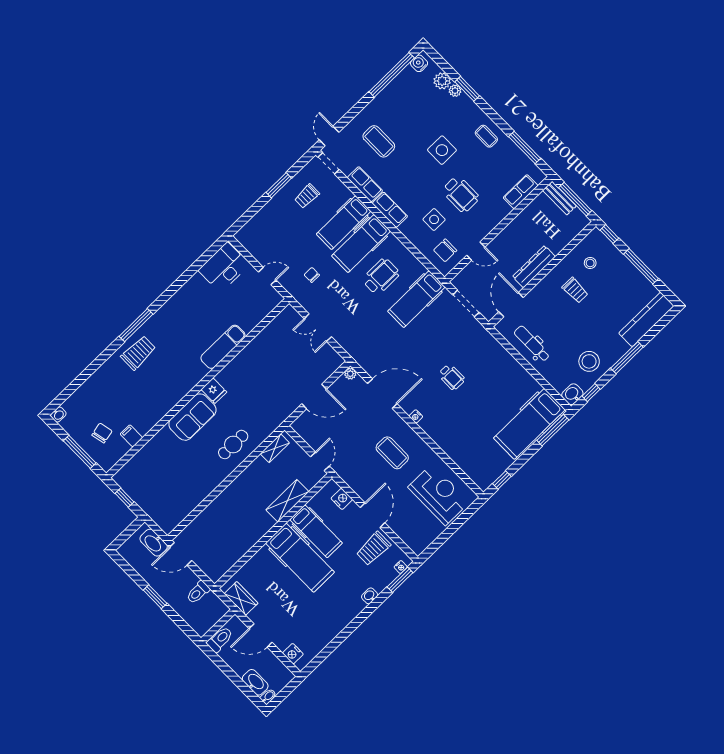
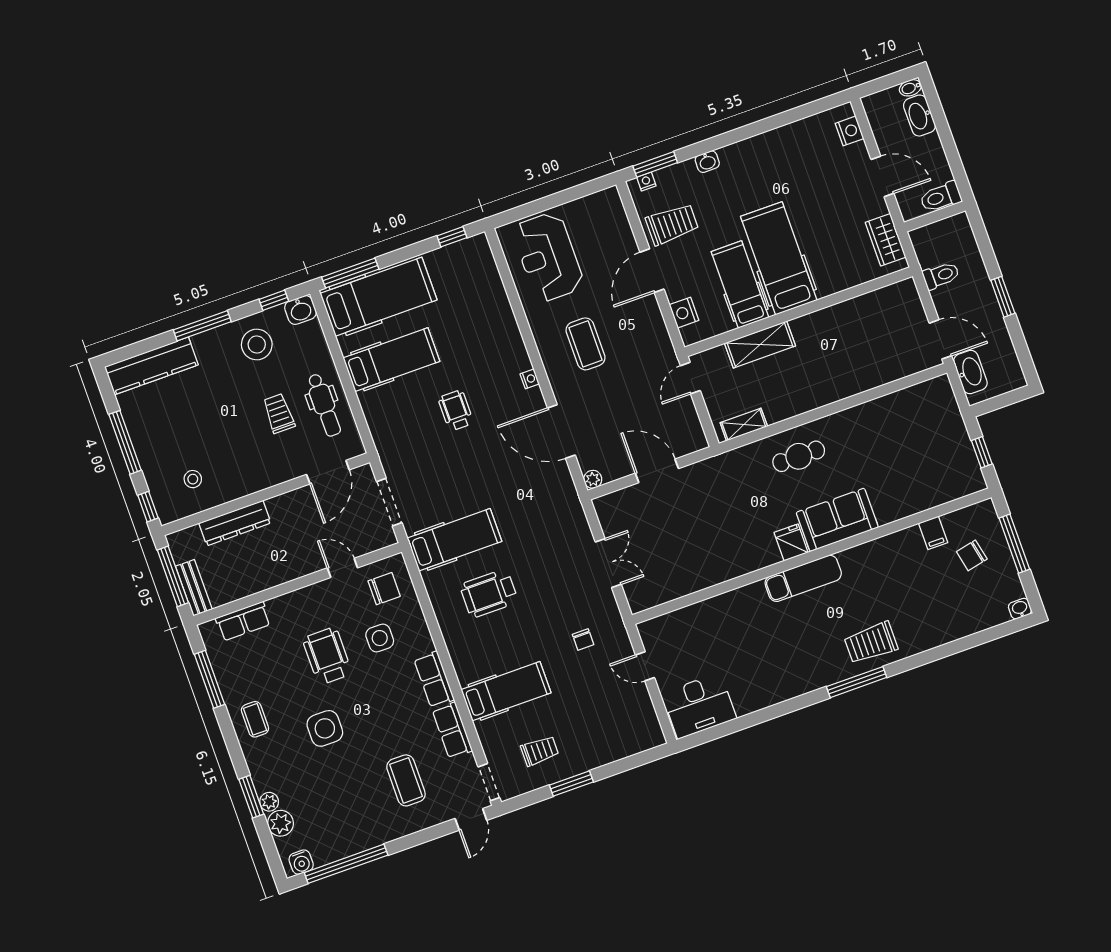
hospital bed: (361, 244) -> (391, 360), moved
dresser: (534, 267) -> (235, 523), moved
trolley: (575, 290) -> (279, 413), moved
exam couch: (223, 347) -> (803, 578), moved

